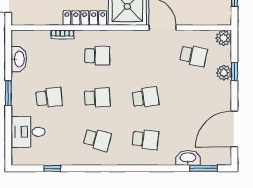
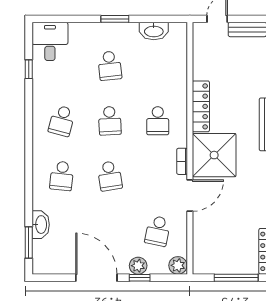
bookcase: (62, 34) -> (182, 161), moved
door: (234, 129) -> (96, 278), moved
desk: (28, 132) -> (50, 41), moved

